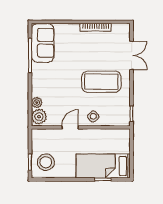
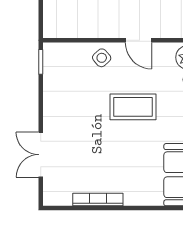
coffee table: (101, 82) -> (133, 107), moved, width x0.73, depth x0.76
door: (70, 127) -> (138, 40), hinge flipped

